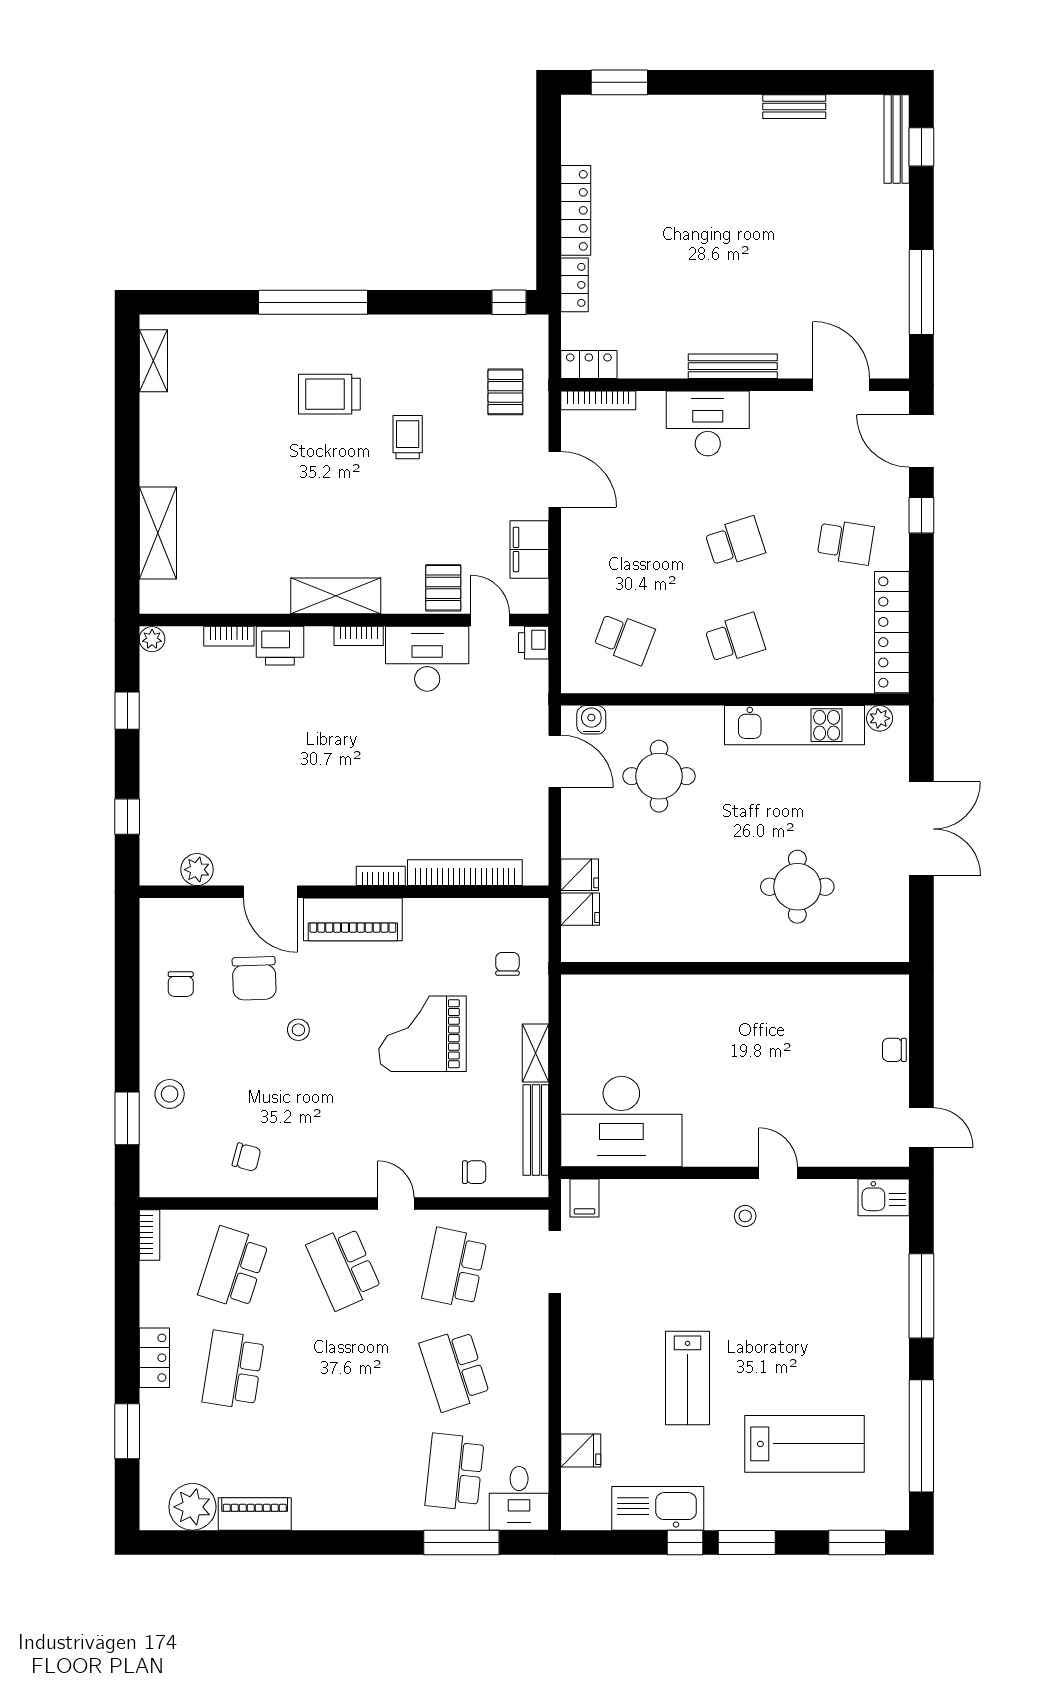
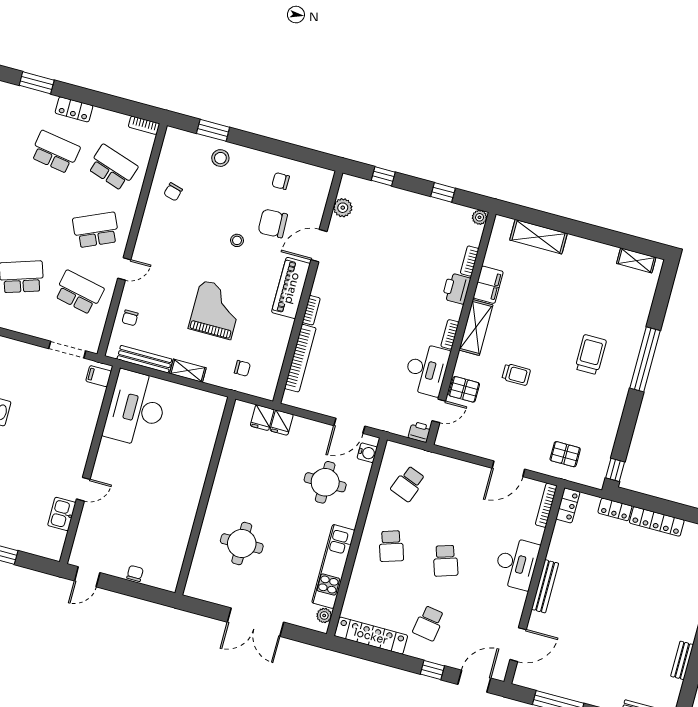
trolley: (408, 437) -> (516, 374), moved
filing cabinet: (529, 549) -> (488, 285), moved, turned 90
kitchen sink: (884, 1197) -> (62, 514), moved
stool: (745, 1216) -> (64, 464), removed

